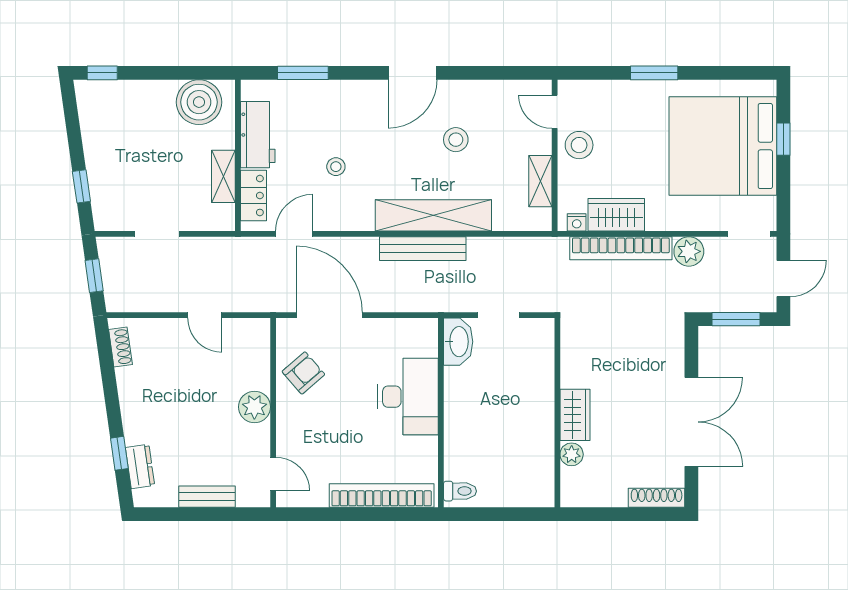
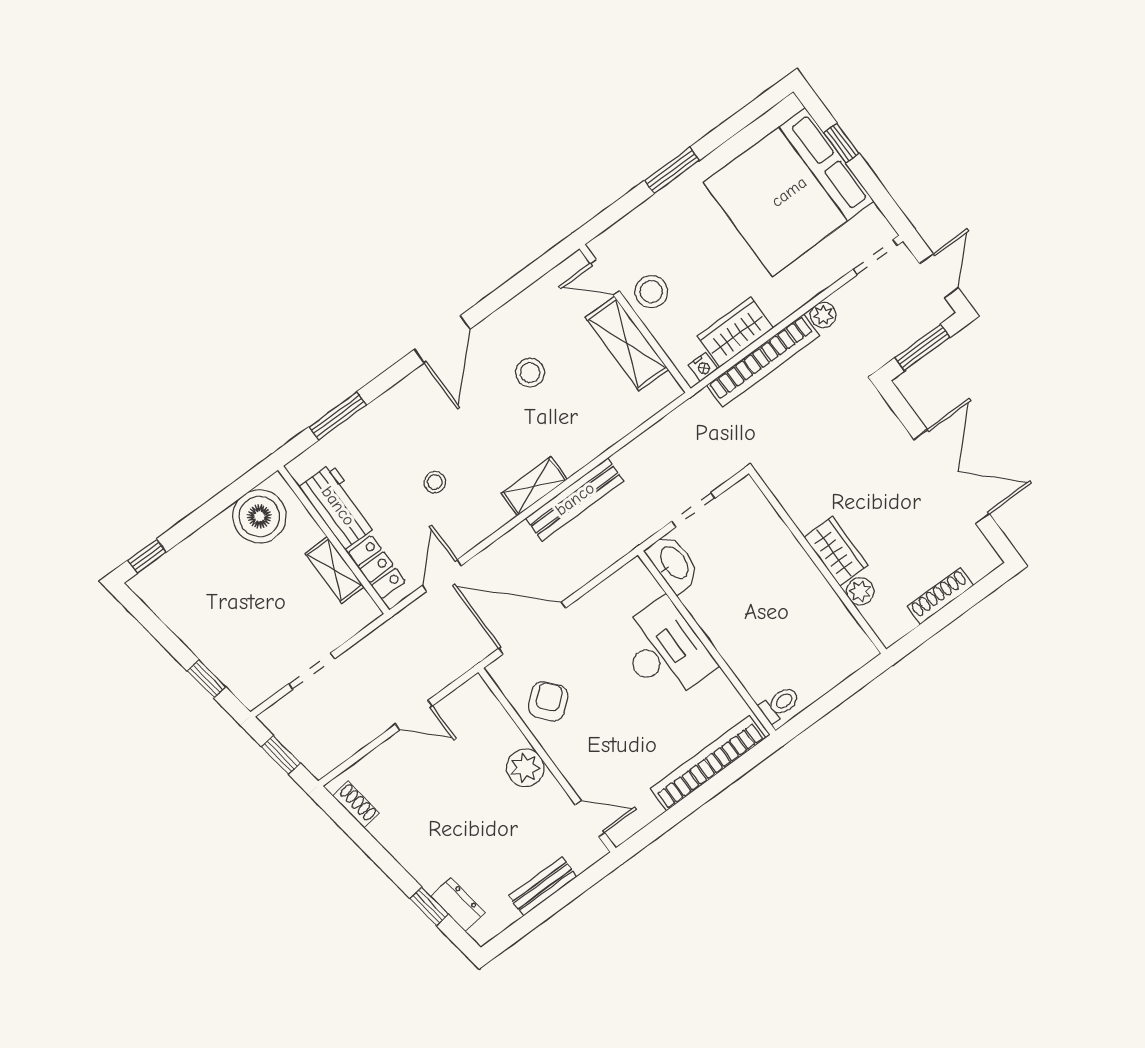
shelving: (540, 181) -> (627, 344), width x1.50, depth x1.33
shelving: (433, 215) -> (534, 486), width x0.45, depth x0.75
plant: (689, 251) -> (823, 315), width x0.73, depth x0.73
shoe rack: (657, 498) -> (940, 596), moved

